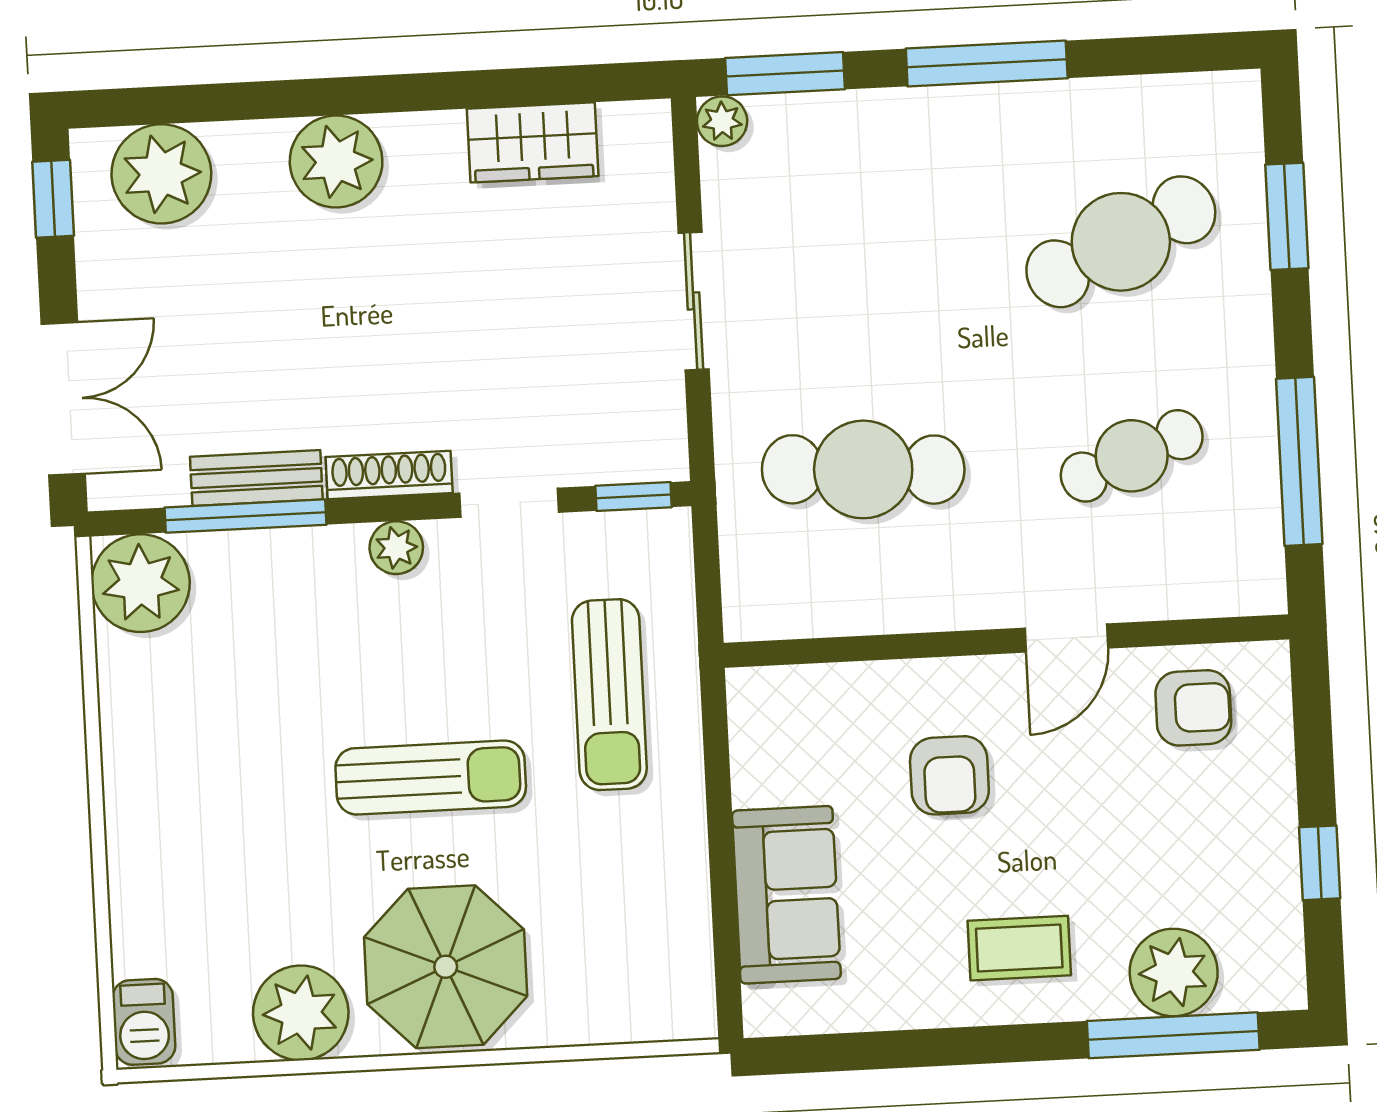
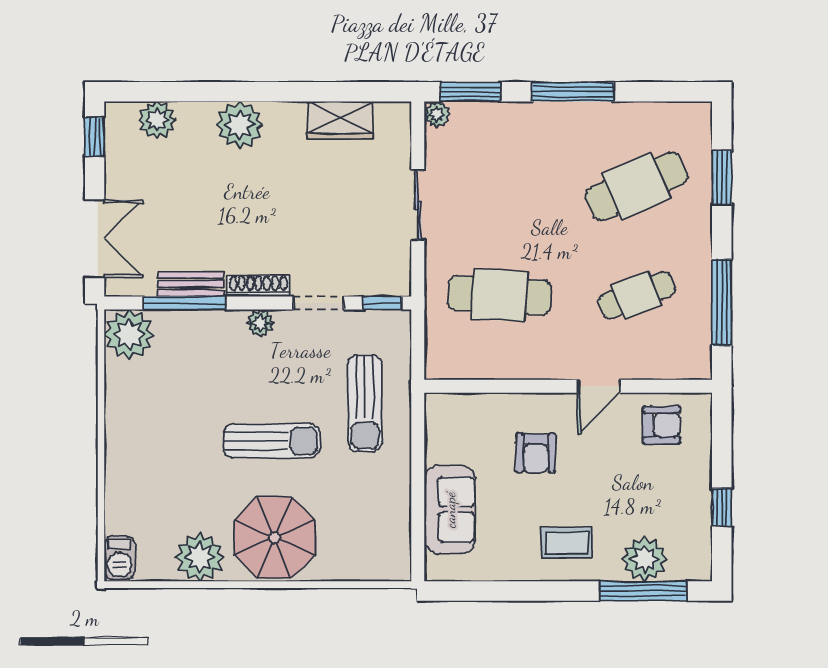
plant: (161, 174) -> (157, 120), width x0.73, depth x0.73

